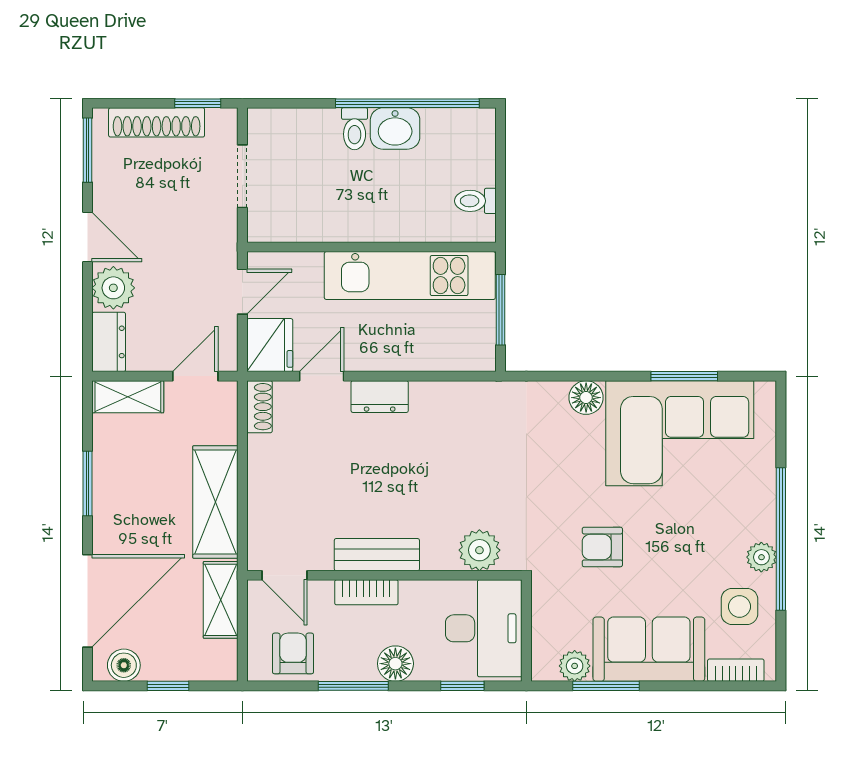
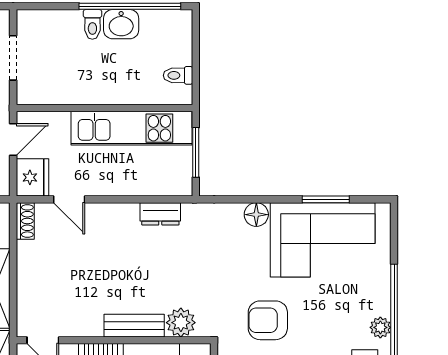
door: (322, 376) -> (69, 199), swing flipped
dresser: (380, 397) -> (160, 214), moved
armchair: (602, 547) -> (268, 320), width x1.38, depth x1.38
bench: (377, 555) -> (134, 326), moved

